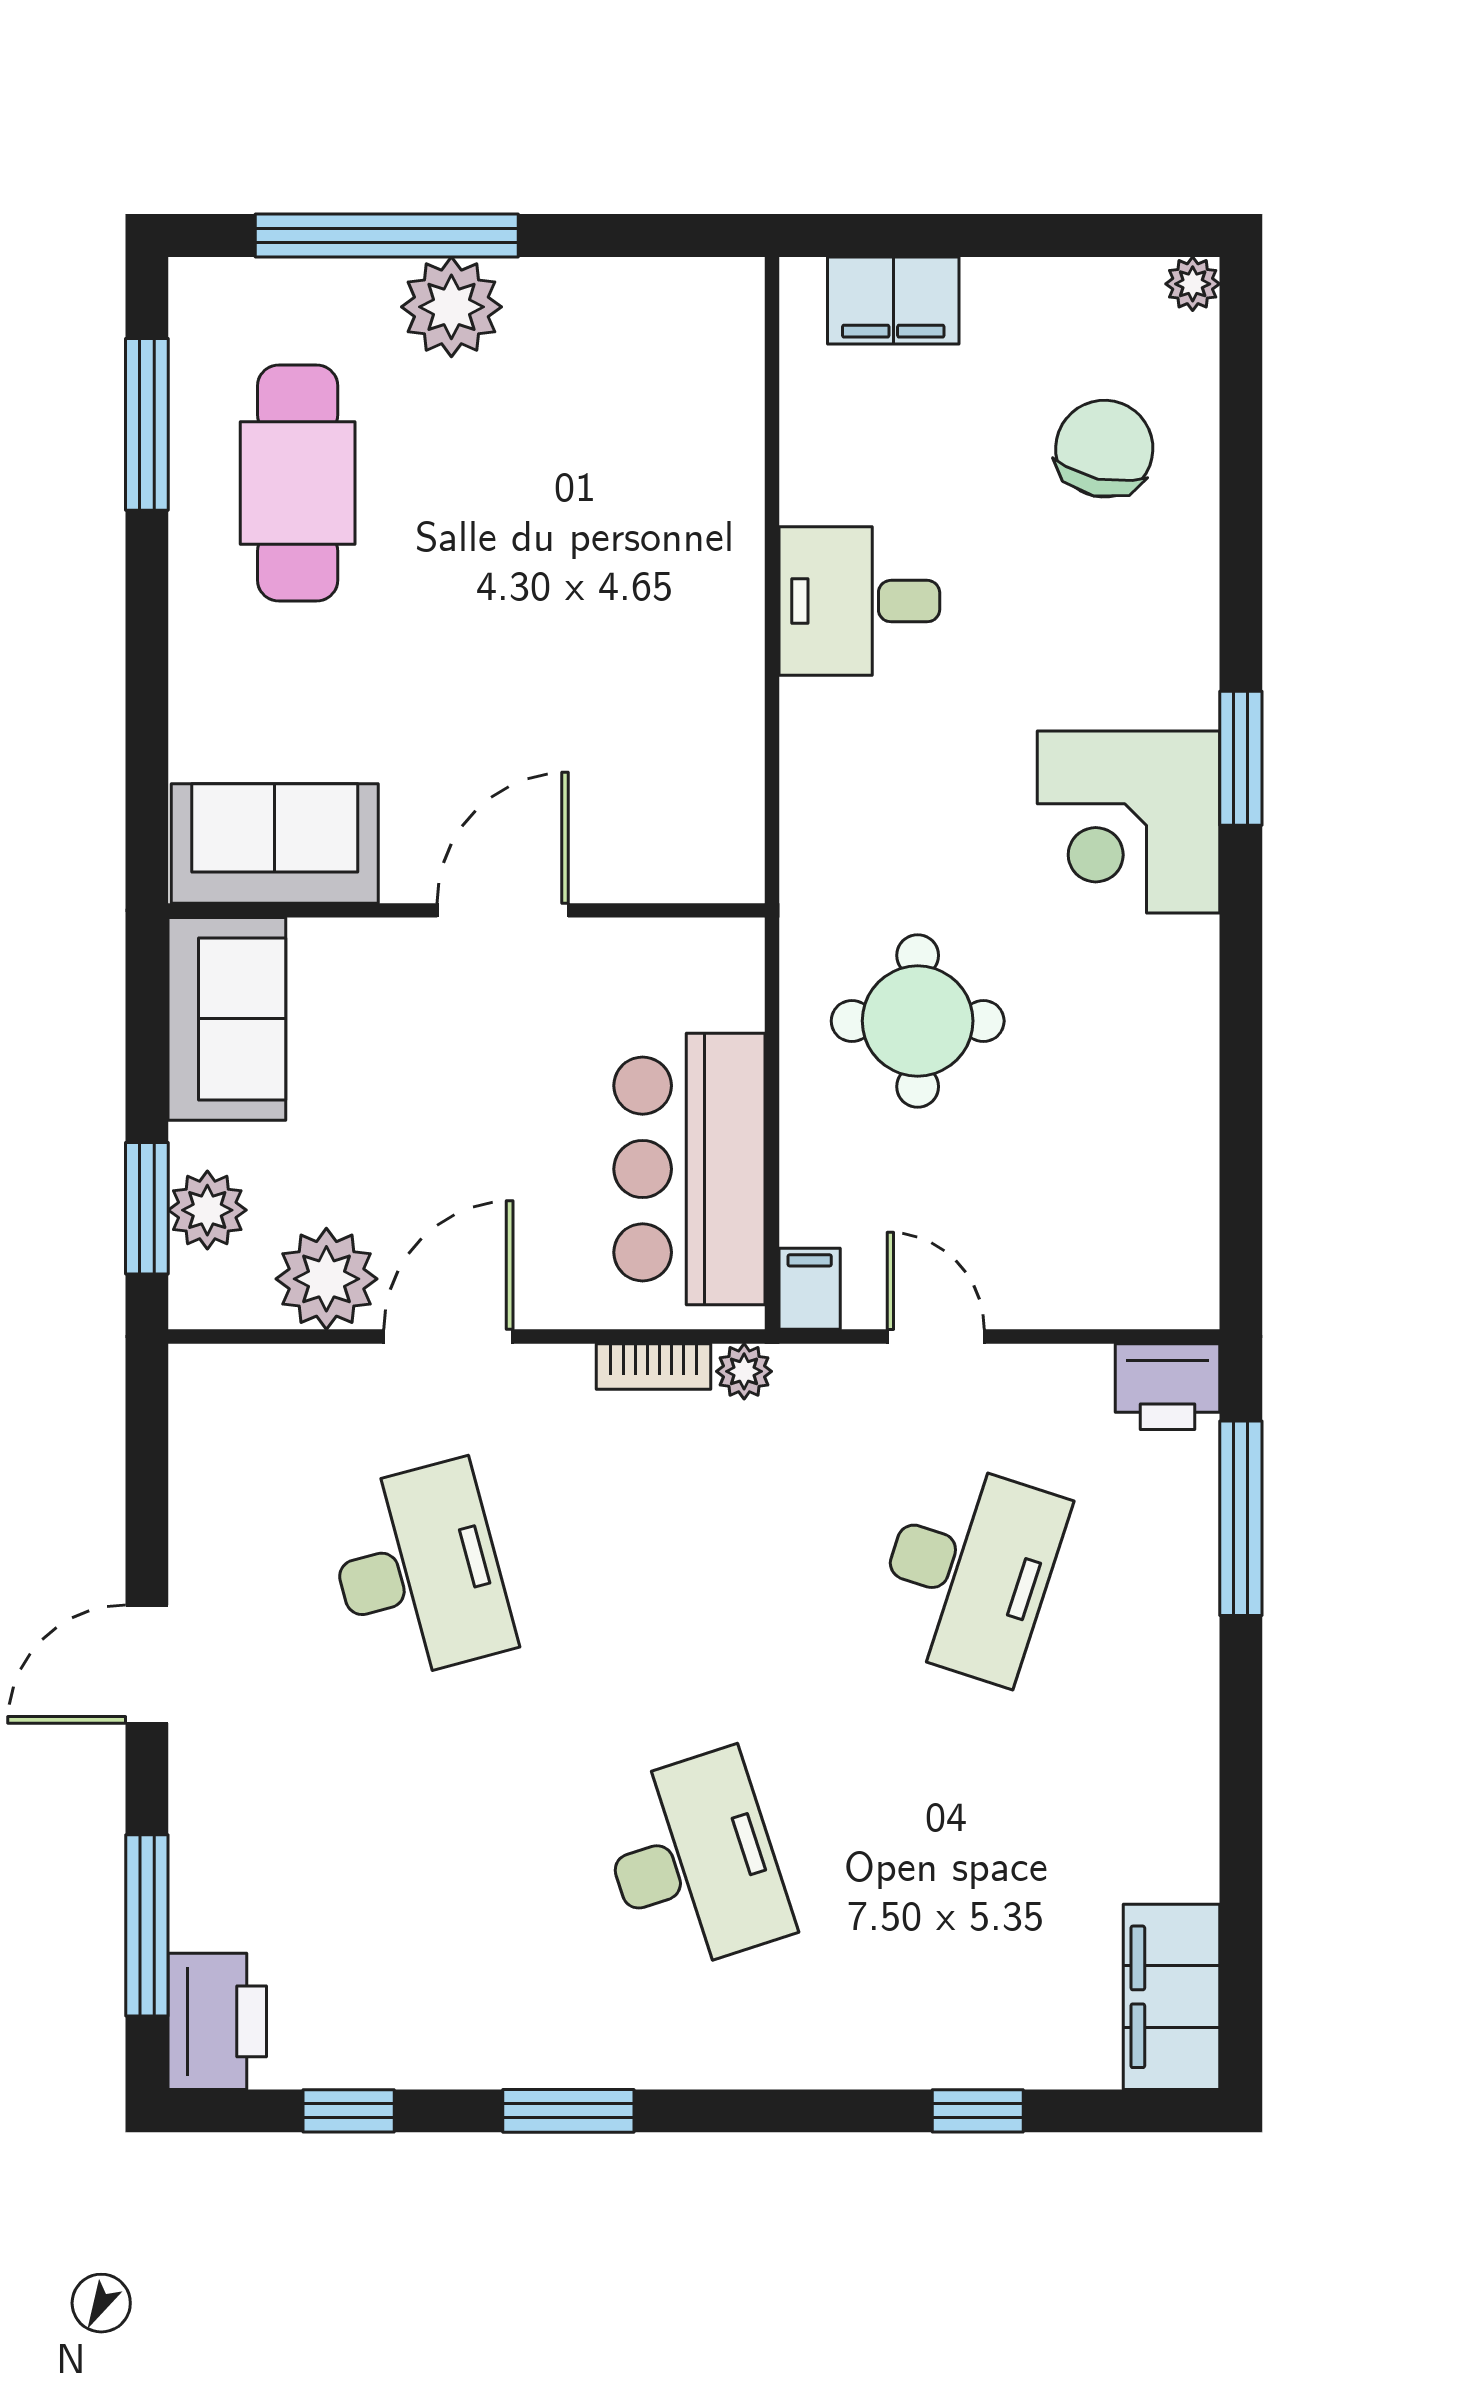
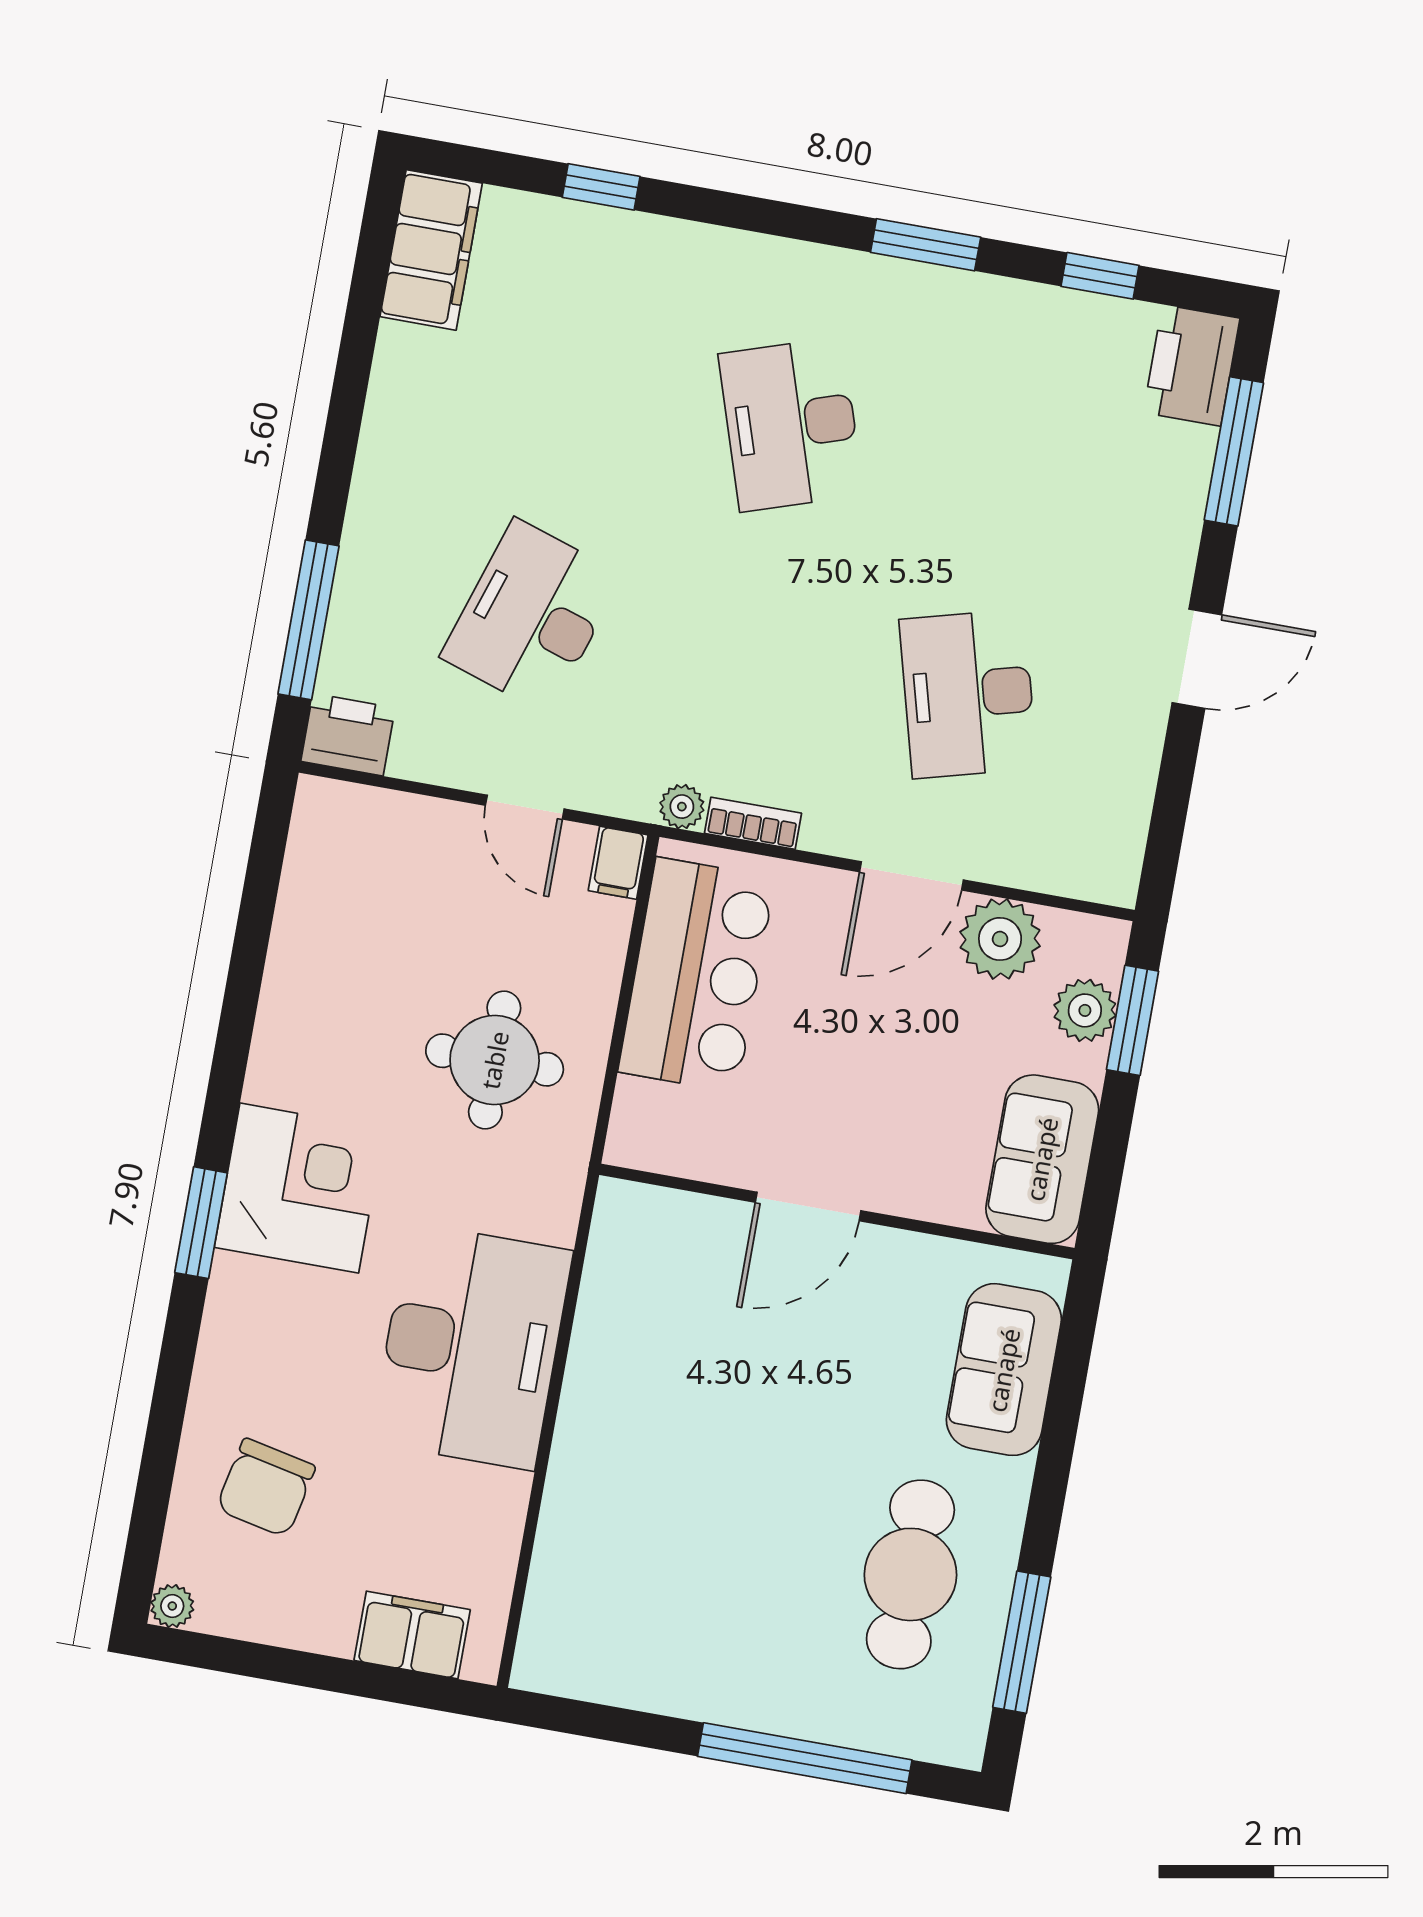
plant: (451, 307) -> (763, 1692), removed
desk: (859, 601) -> (472, 1346), width x1.87, depth x1.30
sofa: (275, 843) -> (1004, 1370), moved, turned 90

